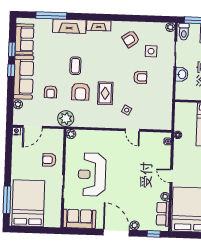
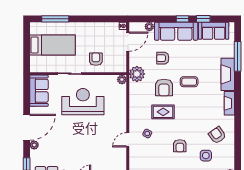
armchair: (81, 92) -> (164, 88), turned -90
door: (33, 127) -> (128, 42), swing flipped
bed: (28, 203) -> (53, 45), width x0.67

